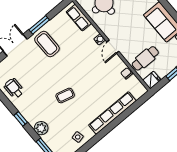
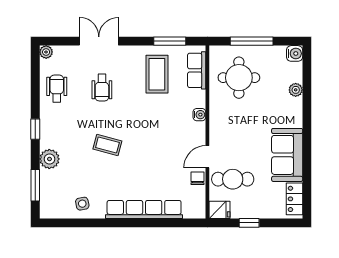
window: (39, 25) -> (170, 41), moved
coffee table: (47, 44) -> (157, 74), moved
door: (113, 47) -> (207, 157), moved
wheelchair: (37, 68) -> (102, 88), added

